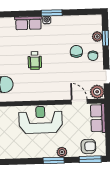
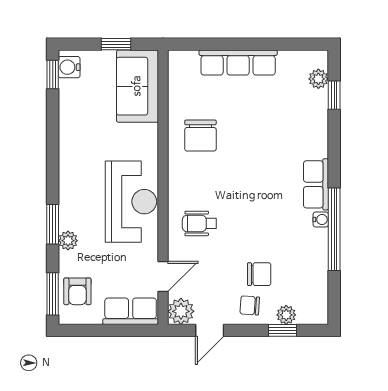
window: (52, 13) -> (334, 229), width x2.11
wheelchair: (35, 61) -> (199, 223), moved

